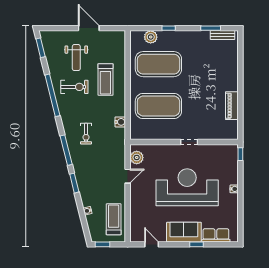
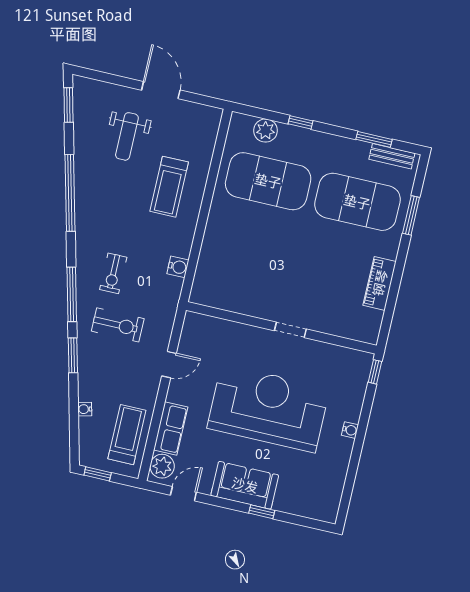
window: (240, 65) -> (411, 215), added
exercise bike: (74, 87) -> (118, 325), moved
exercise mat: (158, 106) -> (357, 202), moved
plant: (137, 158) -> (162, 466), moved
row of seats: (216, 235) -> (171, 429), moved, turned 90
door: (152, 244) -> (183, 494), hinge flipped

